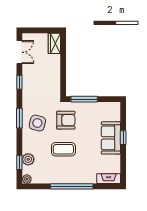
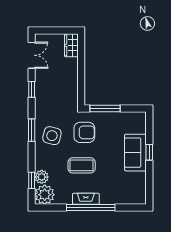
plant: (27, 179) -> (45, 195), width x1.88, depth x1.88
fireplace: (109, 179) -> (86, 199), moved

